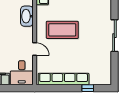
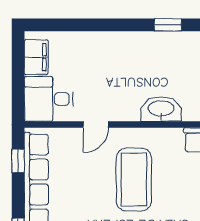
window: (53, 88) -> (18, 161), added

